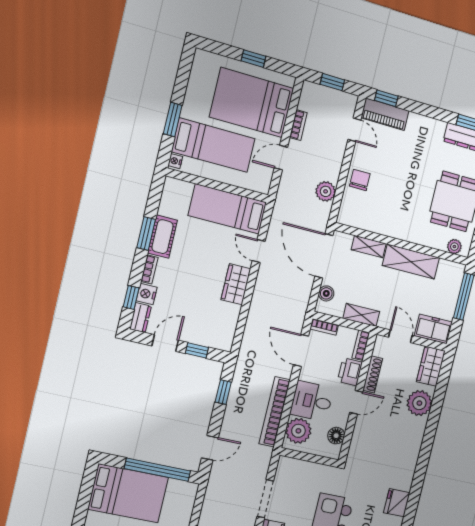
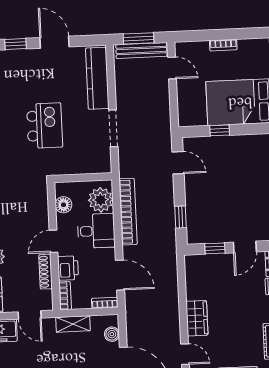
door: (210, 448) -> (178, 163), swing flipped
window: (157, 470) -> (220, 130), width x0.32

